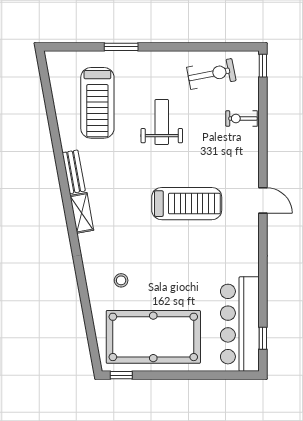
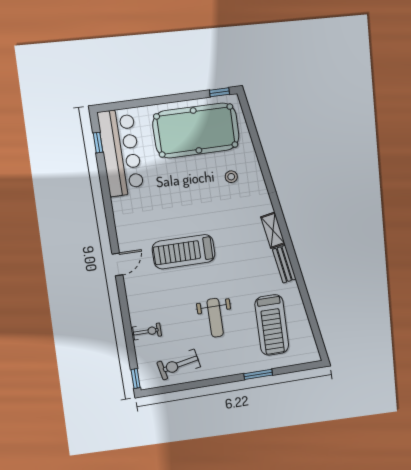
treadmill: (97, 103) -> (272, 325), turned 180
door: (263, 200) -> (117, 264), swing flipped

